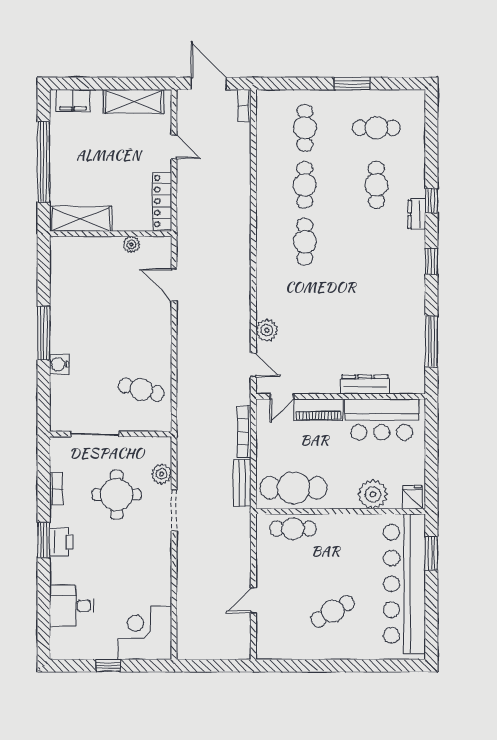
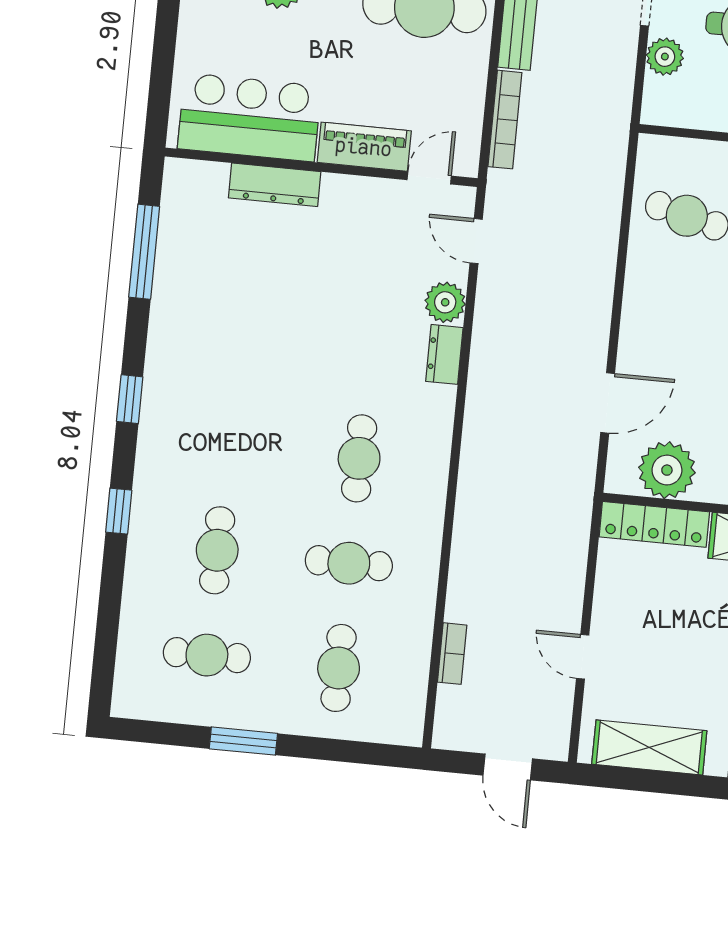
door: (209, 84) -> (508, 767), width x0.73
bookcase: (245, 106) -> (452, 654), moved
cafe table: (305, 185) -> (349, 563), turned 90
locker: (162, 201) -> (654, 524), moved, turned 90
dresser: (417, 214) -> (444, 354), moved, turned 180
plant: (131, 244) -> (667, 470), width x1.88, depth x1.88
door: (174, 285) -> (608, 403), hinge flipped

